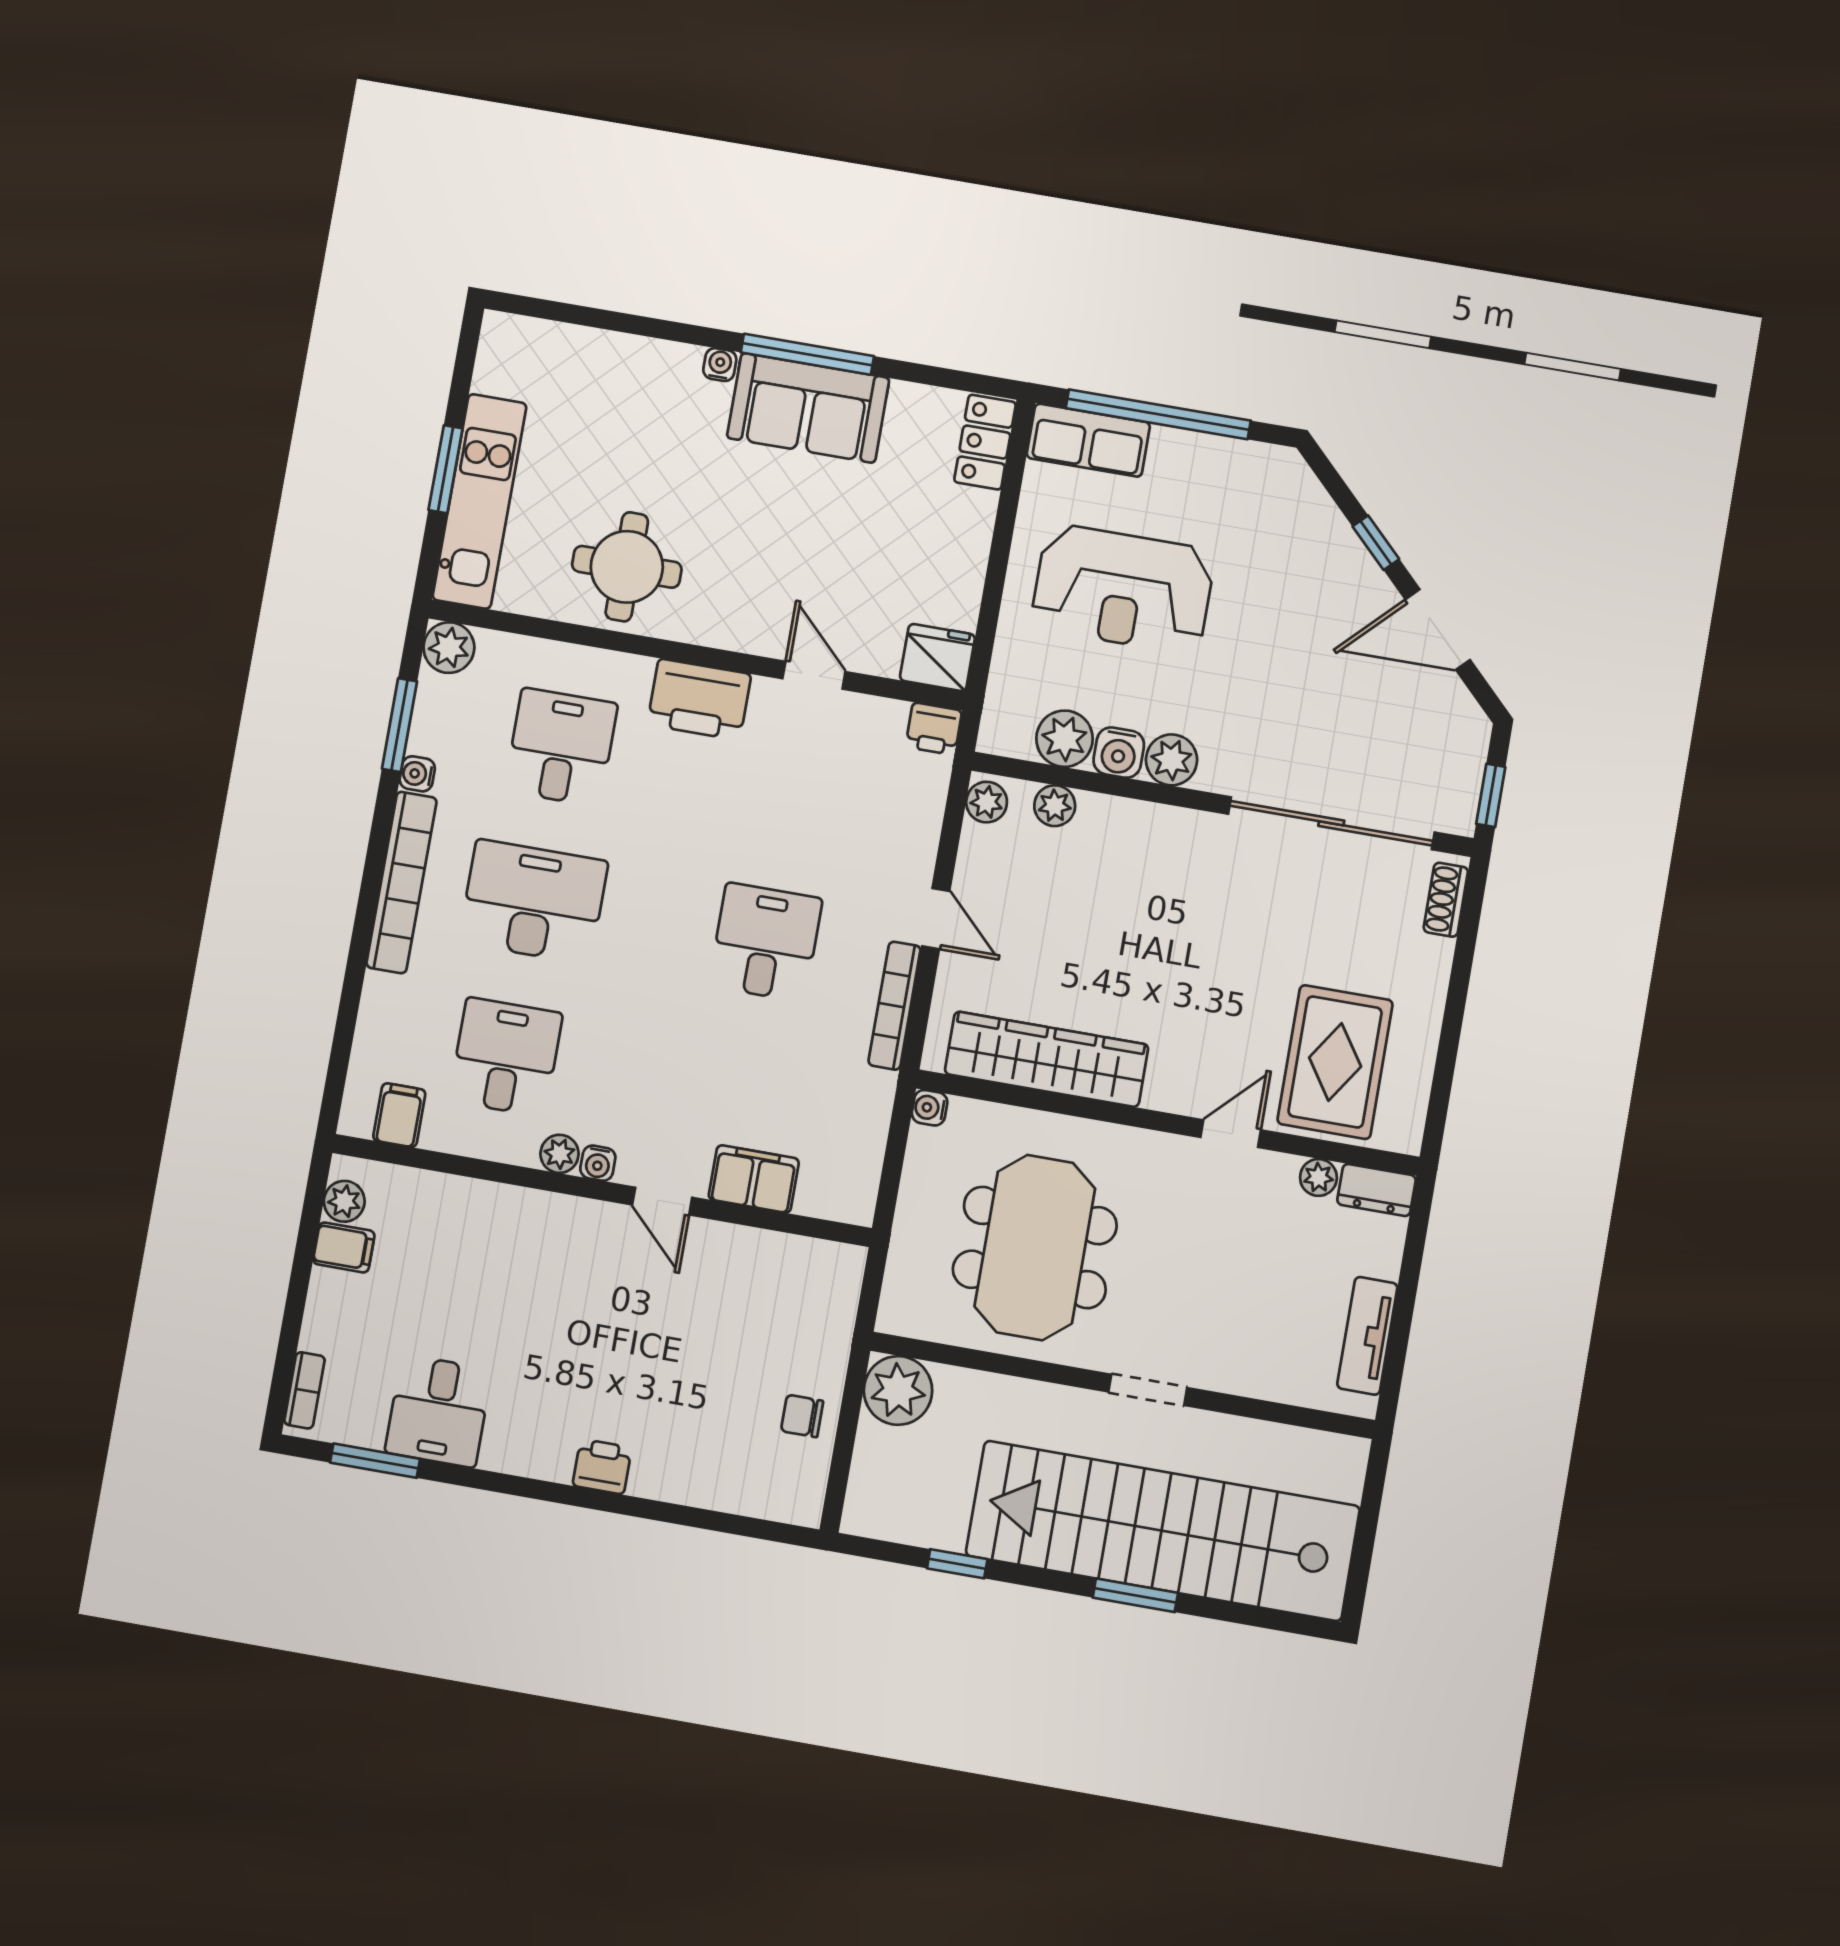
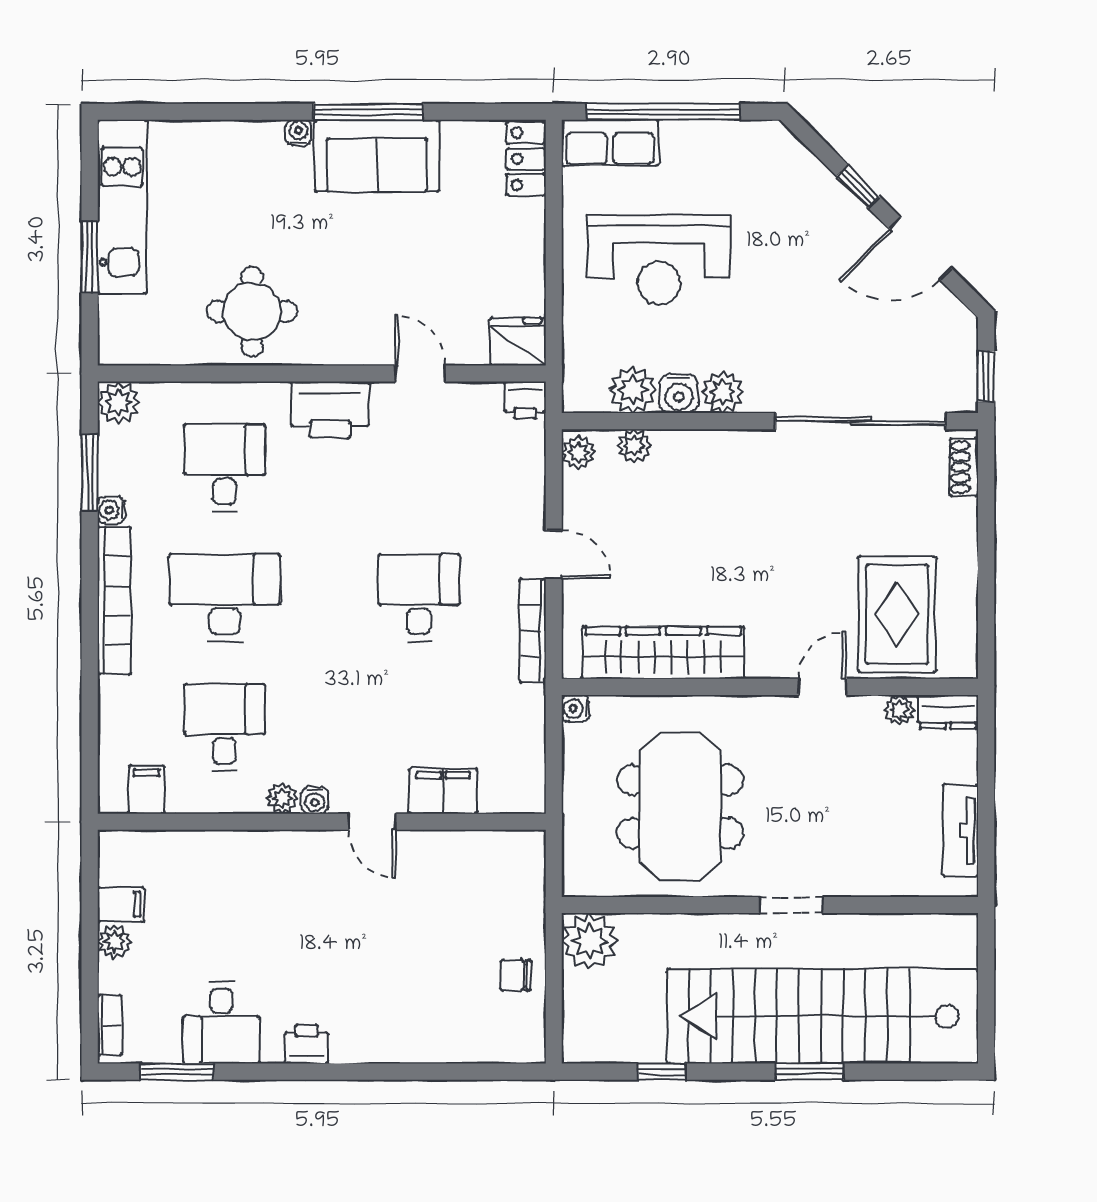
kitchen unit: (479, 501) -> (122, 207), moved
plant: (344, 1201) -> (114, 942), moved
printer: (602, 1467) -> (307, 1044), moved

